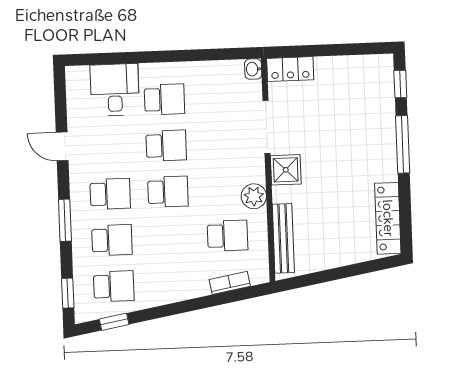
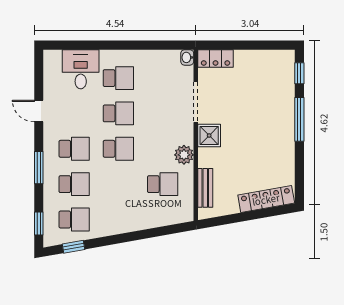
locker: (388, 218) -> (266, 199), moved, turned 80
bench: (283, 238) -> (205, 188), width x0.73
bookcase: (230, 283) -> (163, 220), removed

